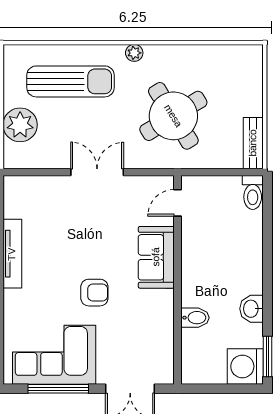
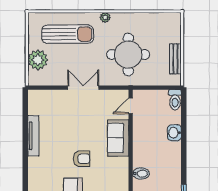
round table: (173, 116) -> (128, 55), turned 32
bench: (253, 143) -> (175, 59), moved
washbasin: (252, 309) -> (174, 133), moved

